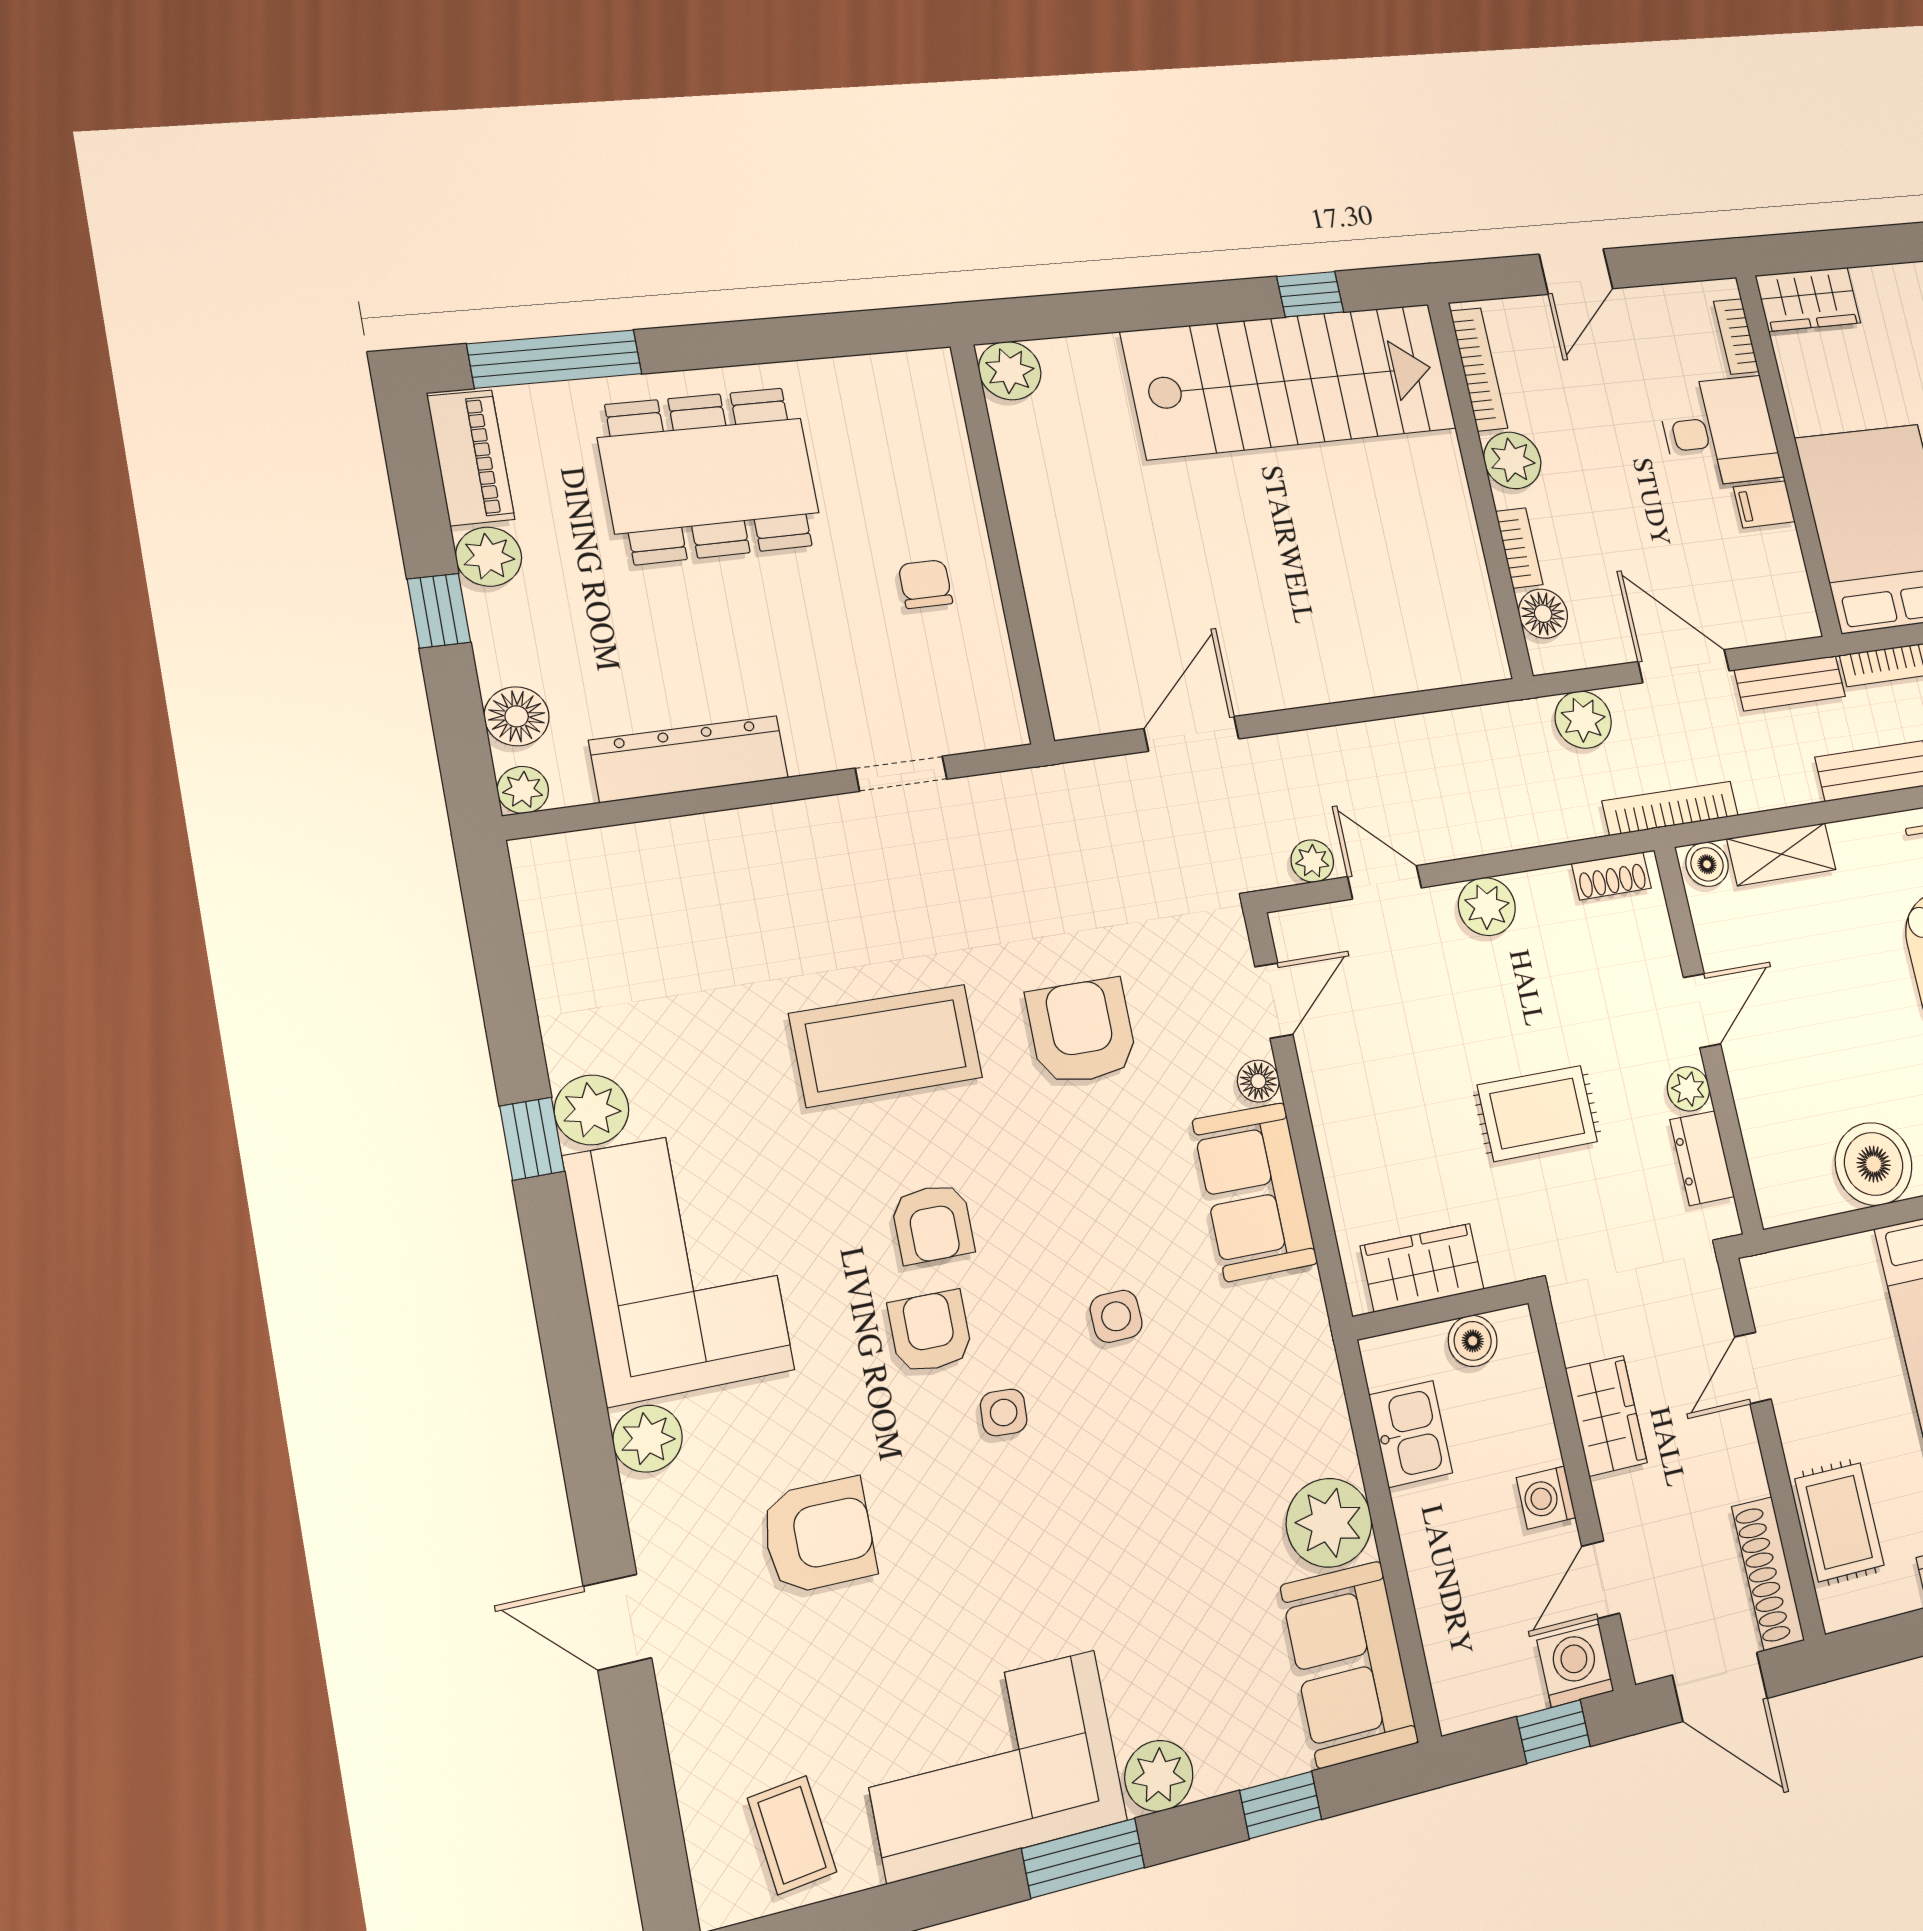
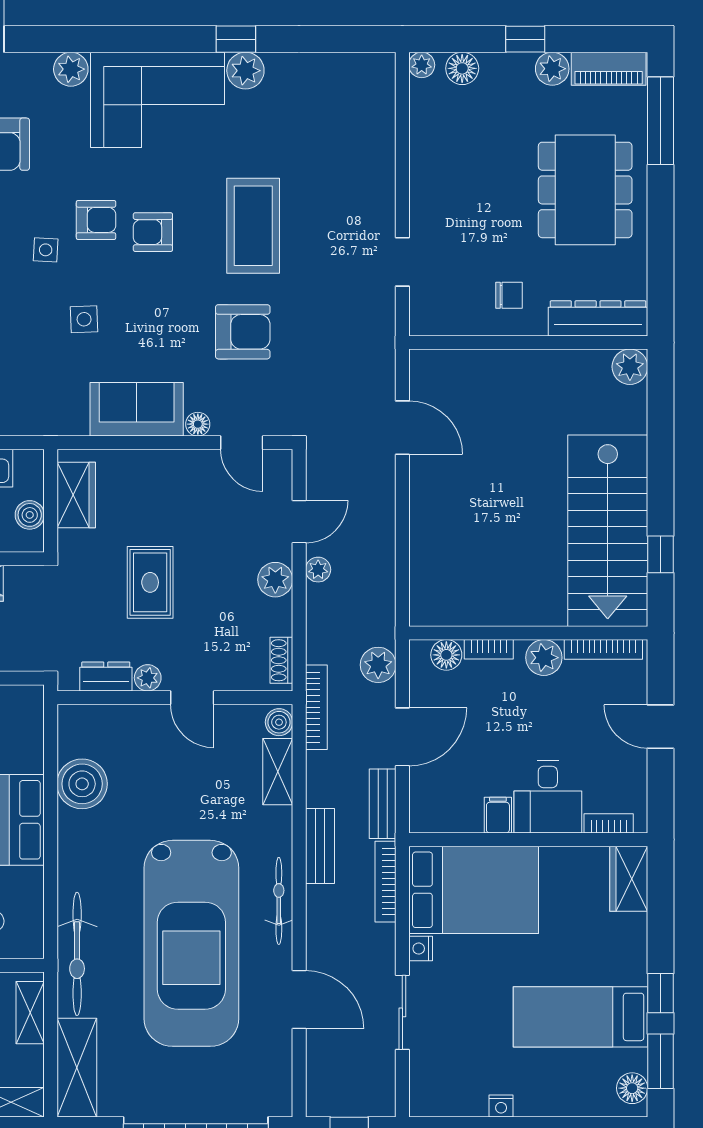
dresser: (689, 759) -> (598, 318), moved, turned -90
plant: (1312, 861) -> (318, 570), moved

